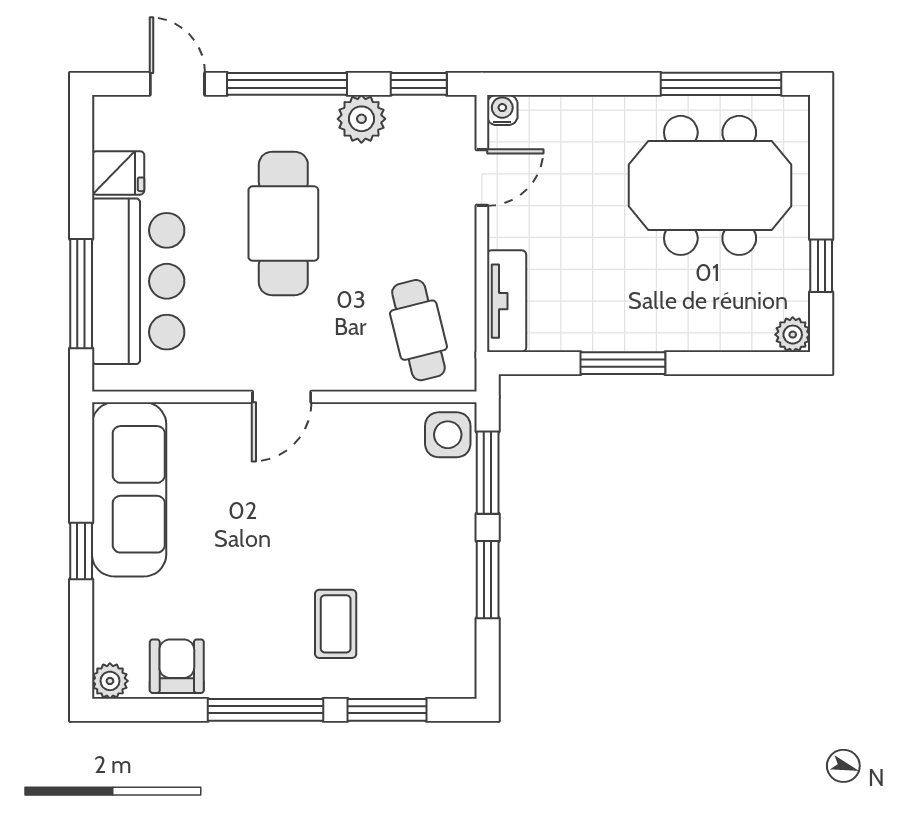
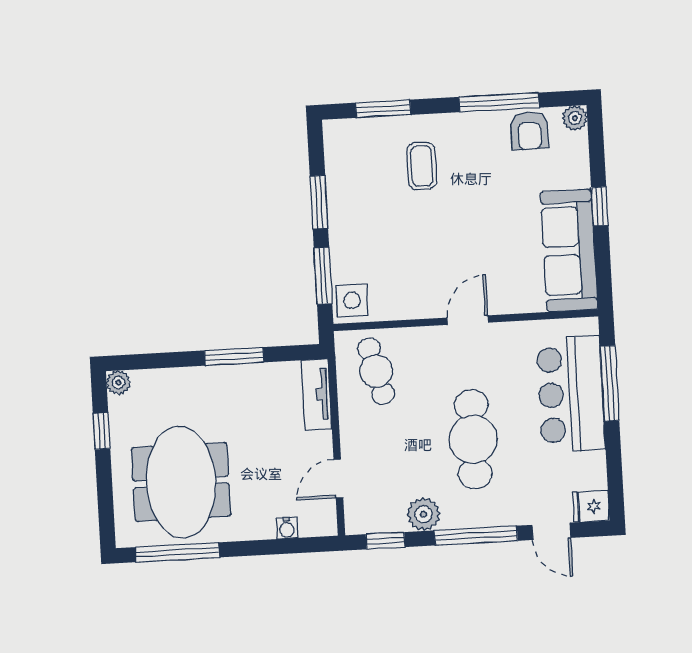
water cooler: (502, 110) -> (287, 528), moved
fridge: (118, 173) -> (591, 506), moved
meeting table: (710, 185) -> (181, 482), turned 90
window: (266, 710) -> (499, 102), moved

